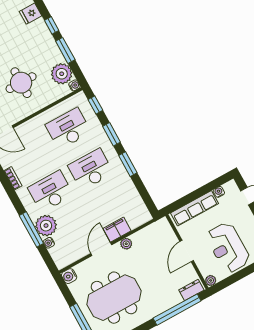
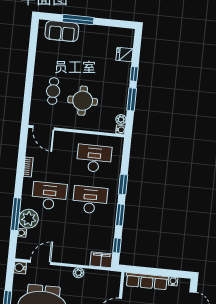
plant: (62, 74) -> (121, 119), width x0.53, depth x0.53
window: (95, 105) -> (117, 245), moved
filing cabinet: (117, 230) -> (101, 260), moved
door: (101, 249) -> (40, 262), moved

